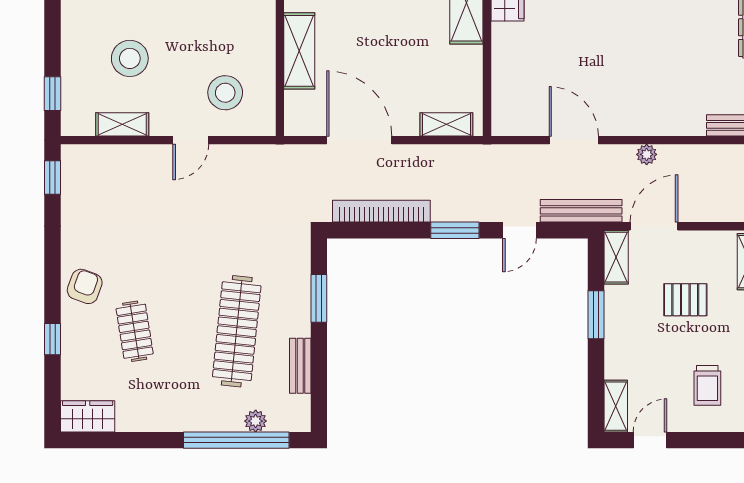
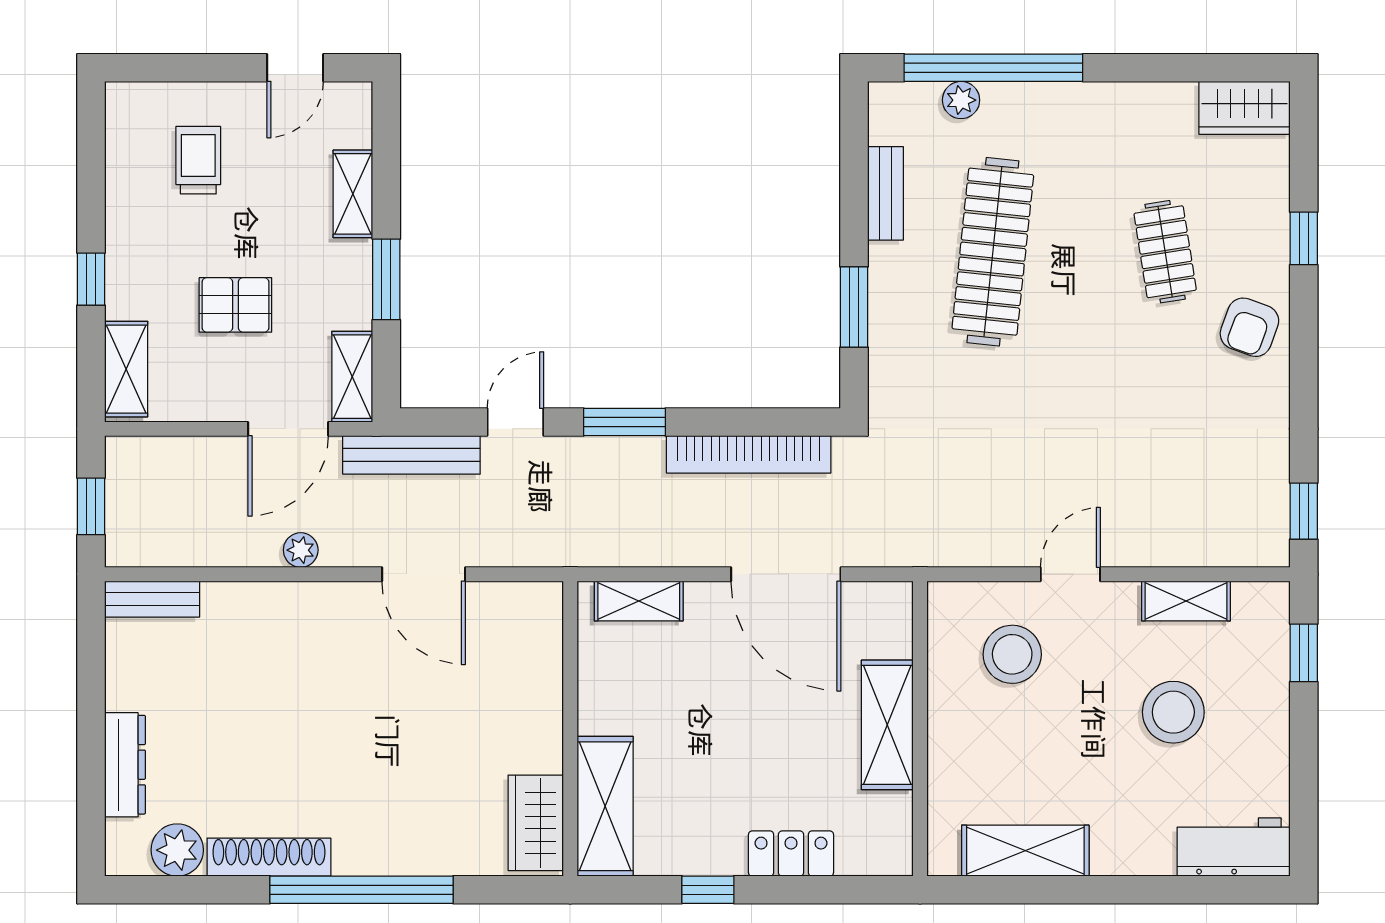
shelving: (616, 406) -> (353, 194), moved

